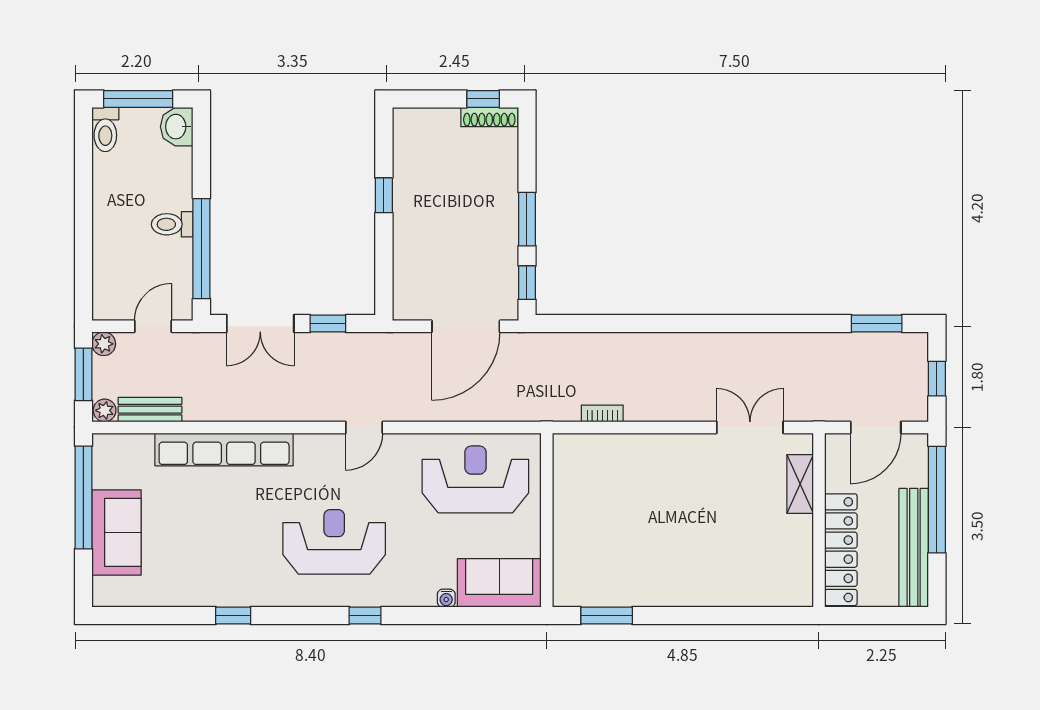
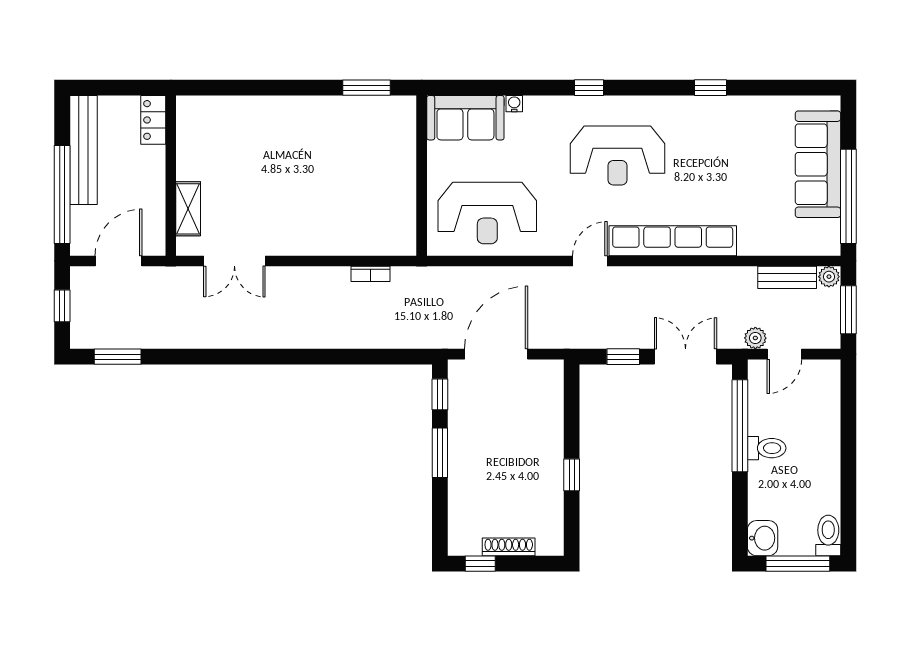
shoe rack: (489, 117) -> (509, 547), moved
plant: (104, 344) -> (755, 338), moved
row of seats: (224, 449) -> (673, 241), moved
sofa: (117, 532) -> (818, 164), width x1.36
locker: (841, 550) -> (153, 120), width x0.46, depth x0.83

